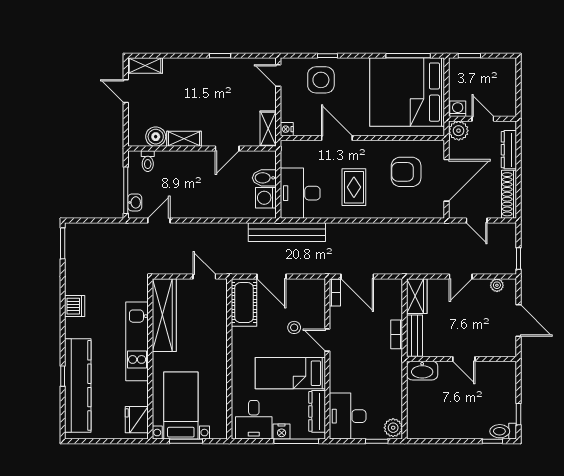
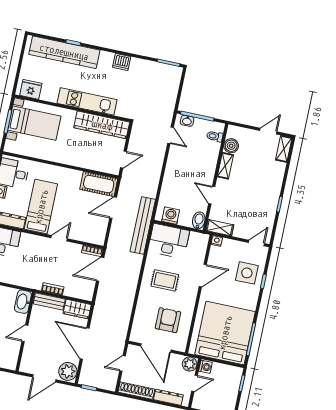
bidet: (264, 178) -> (199, 220), moved
door: (461, 277) -> (85, 343), width x1.88
plant: (497, 285) -> (68, 371), width x1.88, depth x1.88
stool: (294, 327) -> (73, 216), removed

